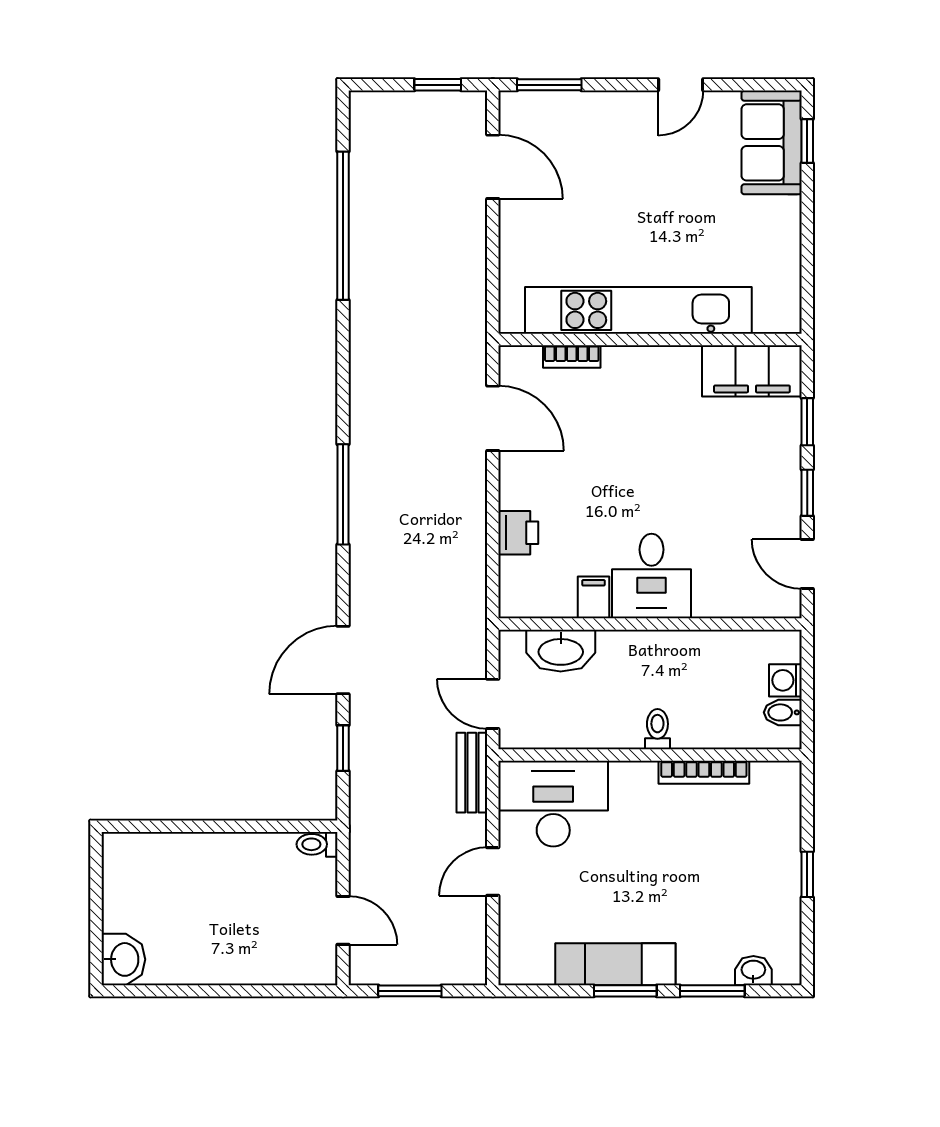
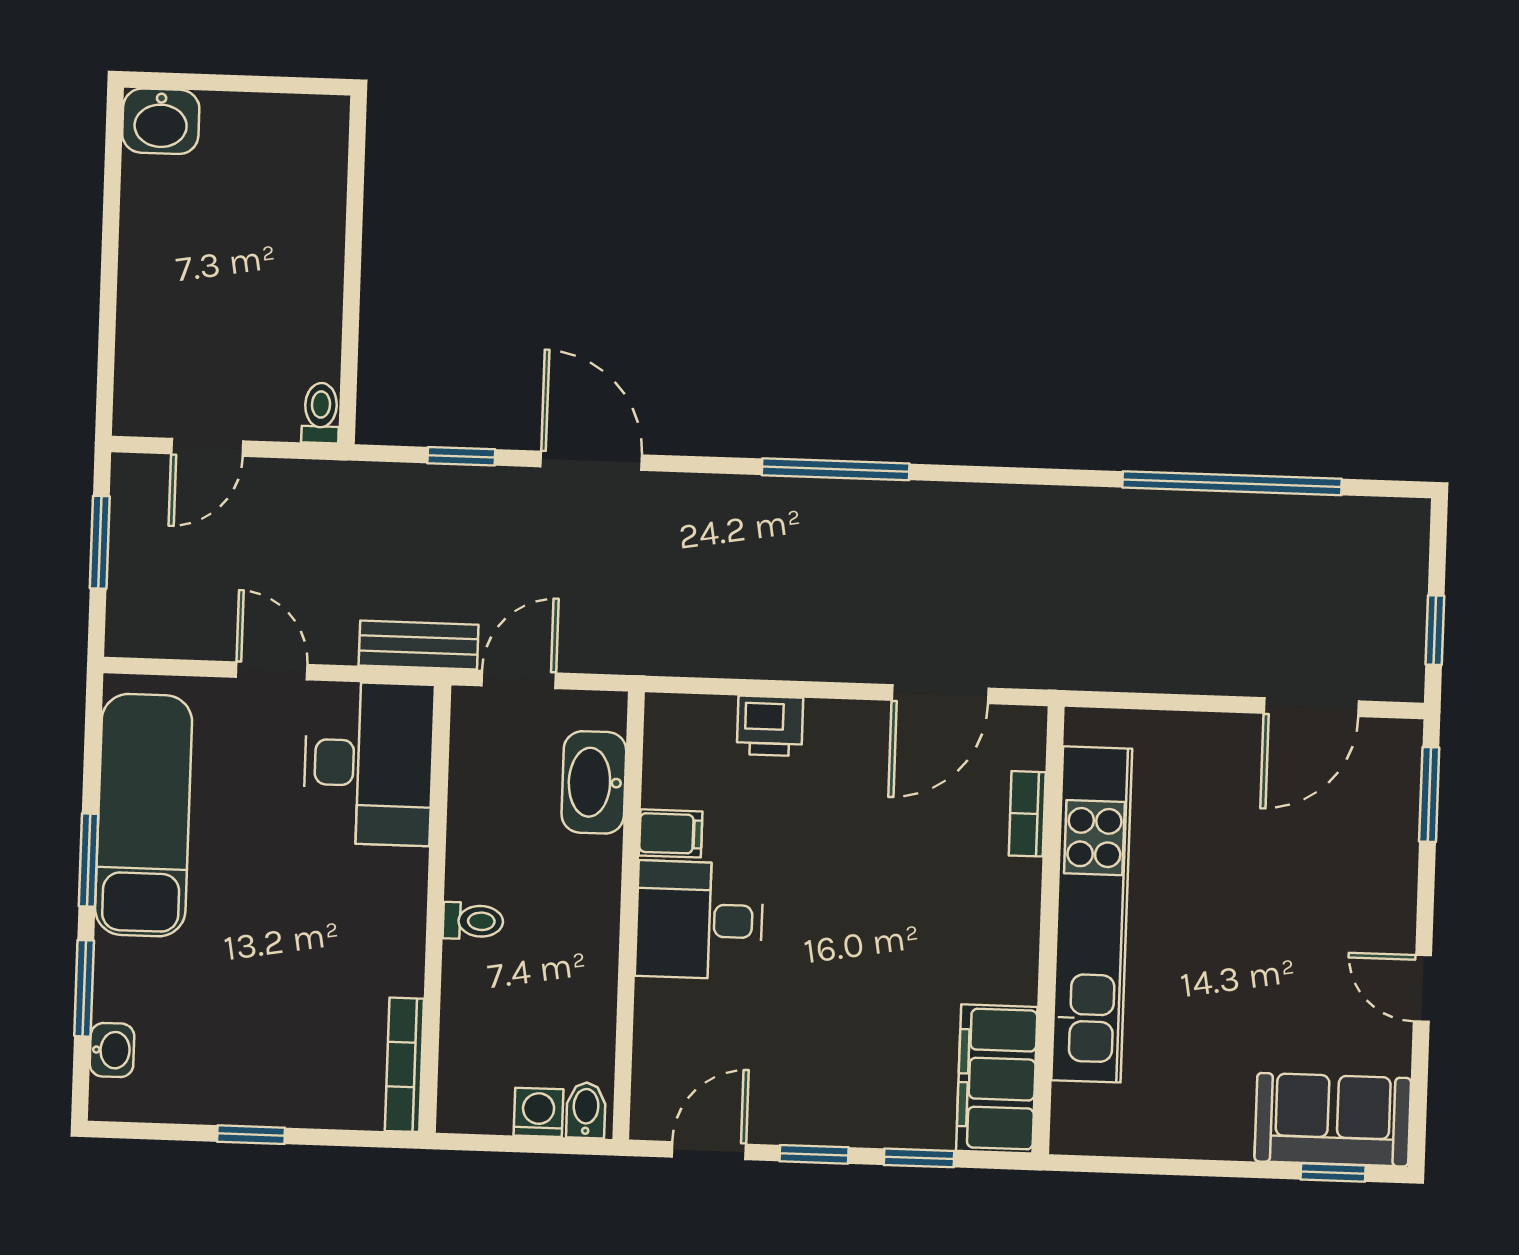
bidet: (783, 712) -> (586, 1110), moved
bookcase: (704, 772) -> (404, 1065), moved
exam couch: (615, 964) -> (144, 815), width x1.36, depth x1.45

